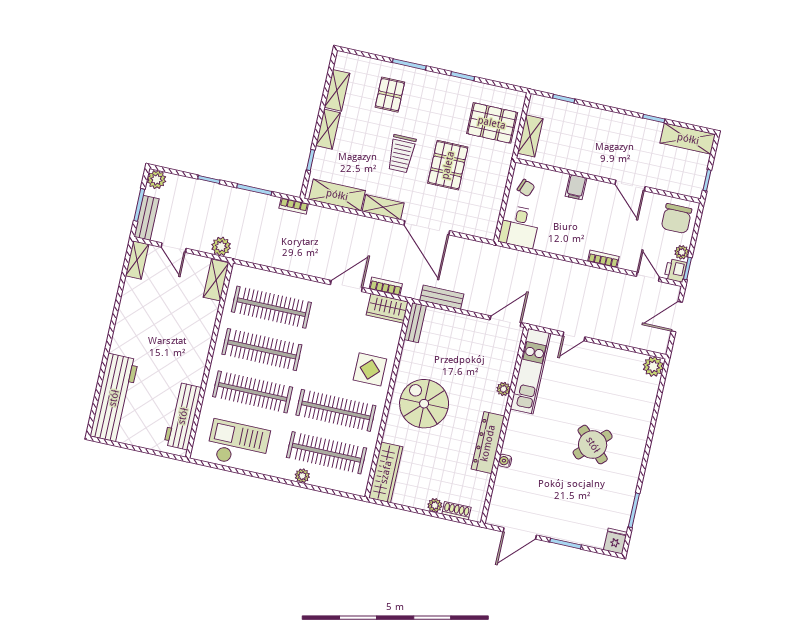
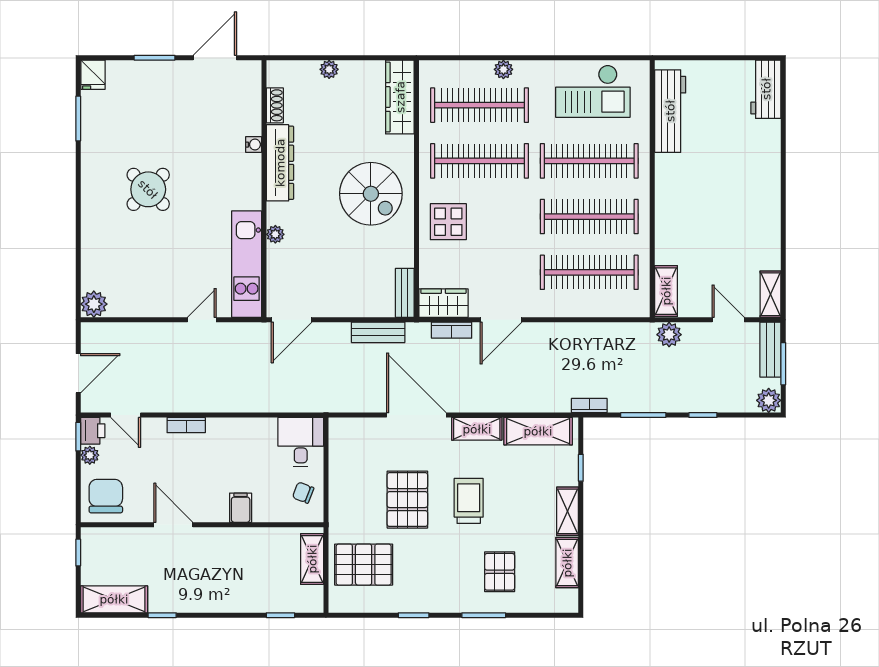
workbench: (114, 398) -> (766, 89), width x0.53, depth x0.76
shoe rack: (456, 511) -> (275, 105), moved, turned -90

